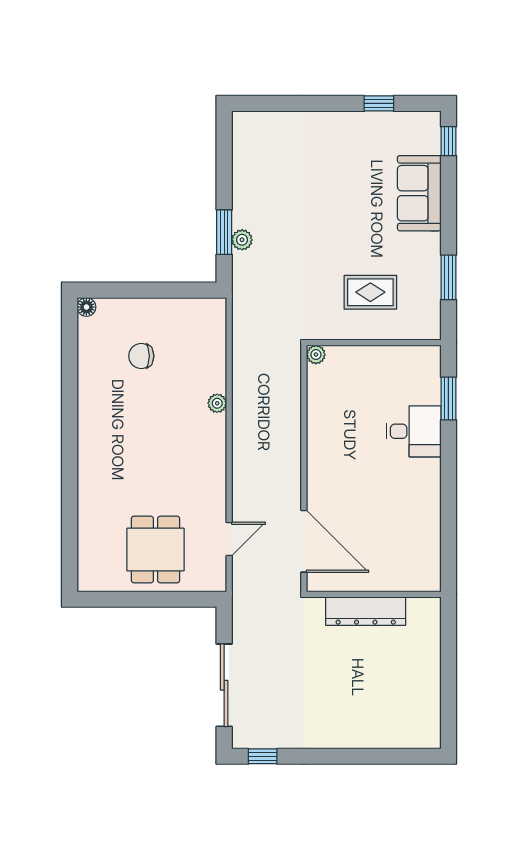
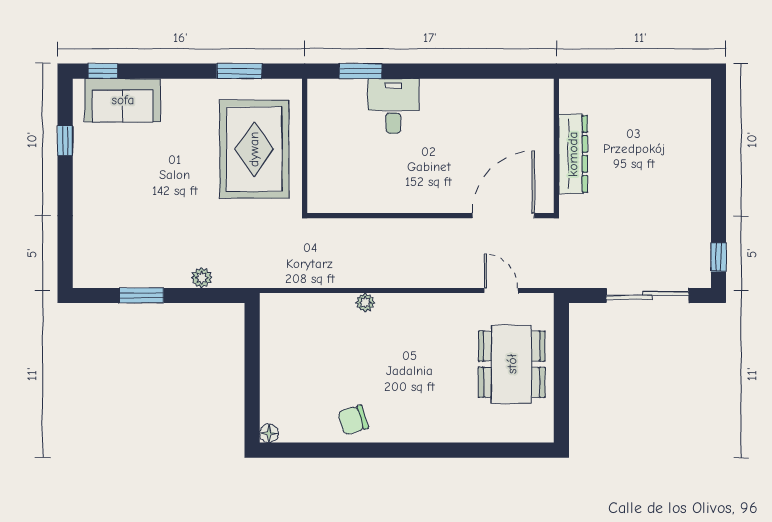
sofa: (419, 193) -> (123, 100), moved
window: (224, 232) -> (141, 295), moved
rug: (370, 292) -> (254, 149), width x1.86, depth x2.06
plant: (316, 355) -> (317, 204), removed
chair: (141, 356) -> (353, 420), moved, turned 73
dining table: (155, 550) -> (512, 364), width x1.38

